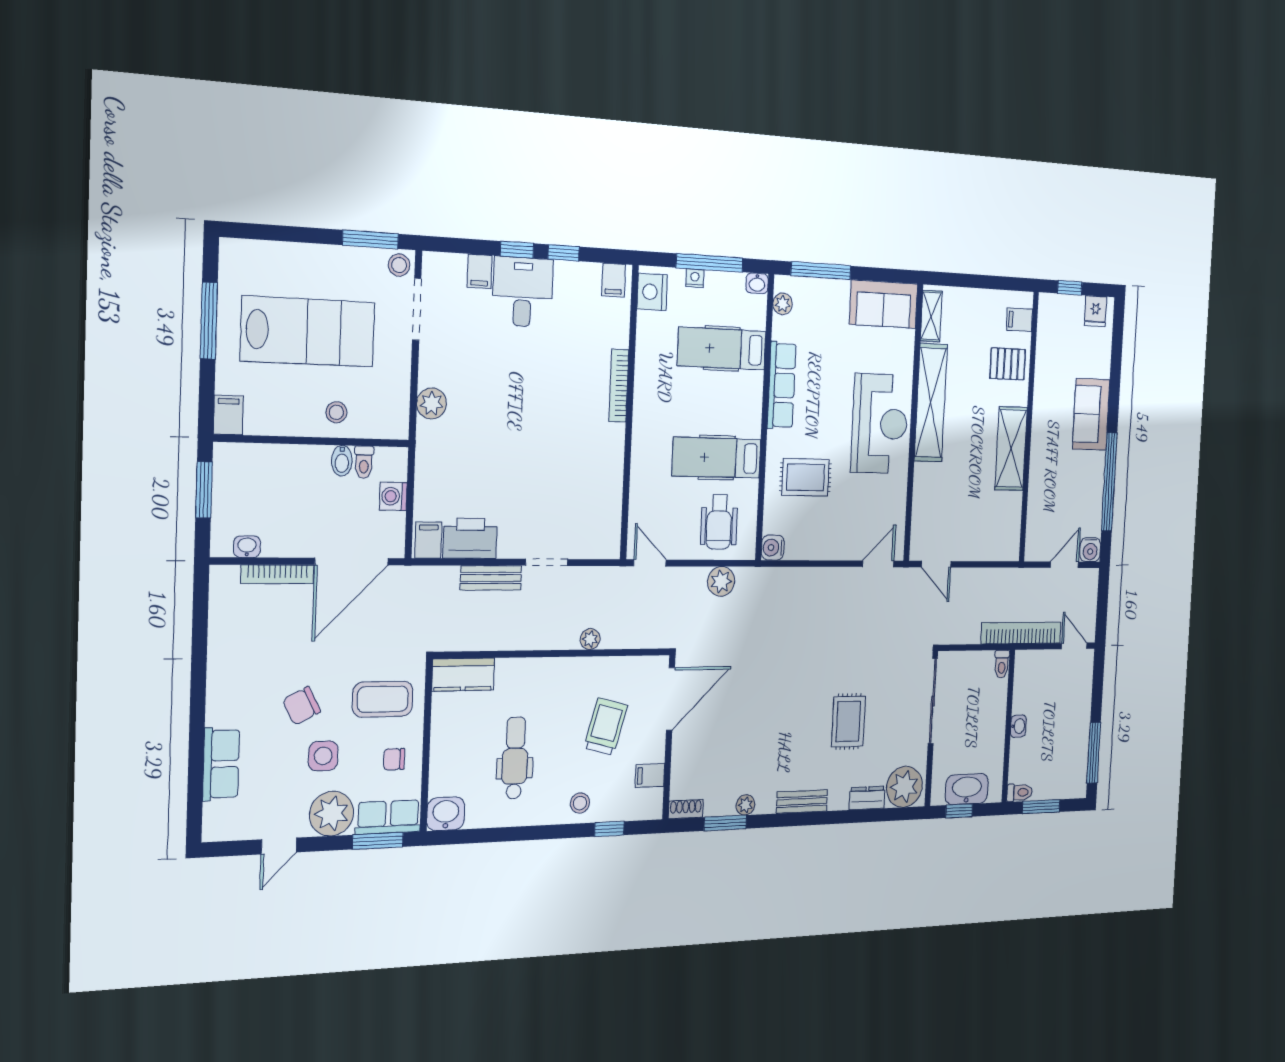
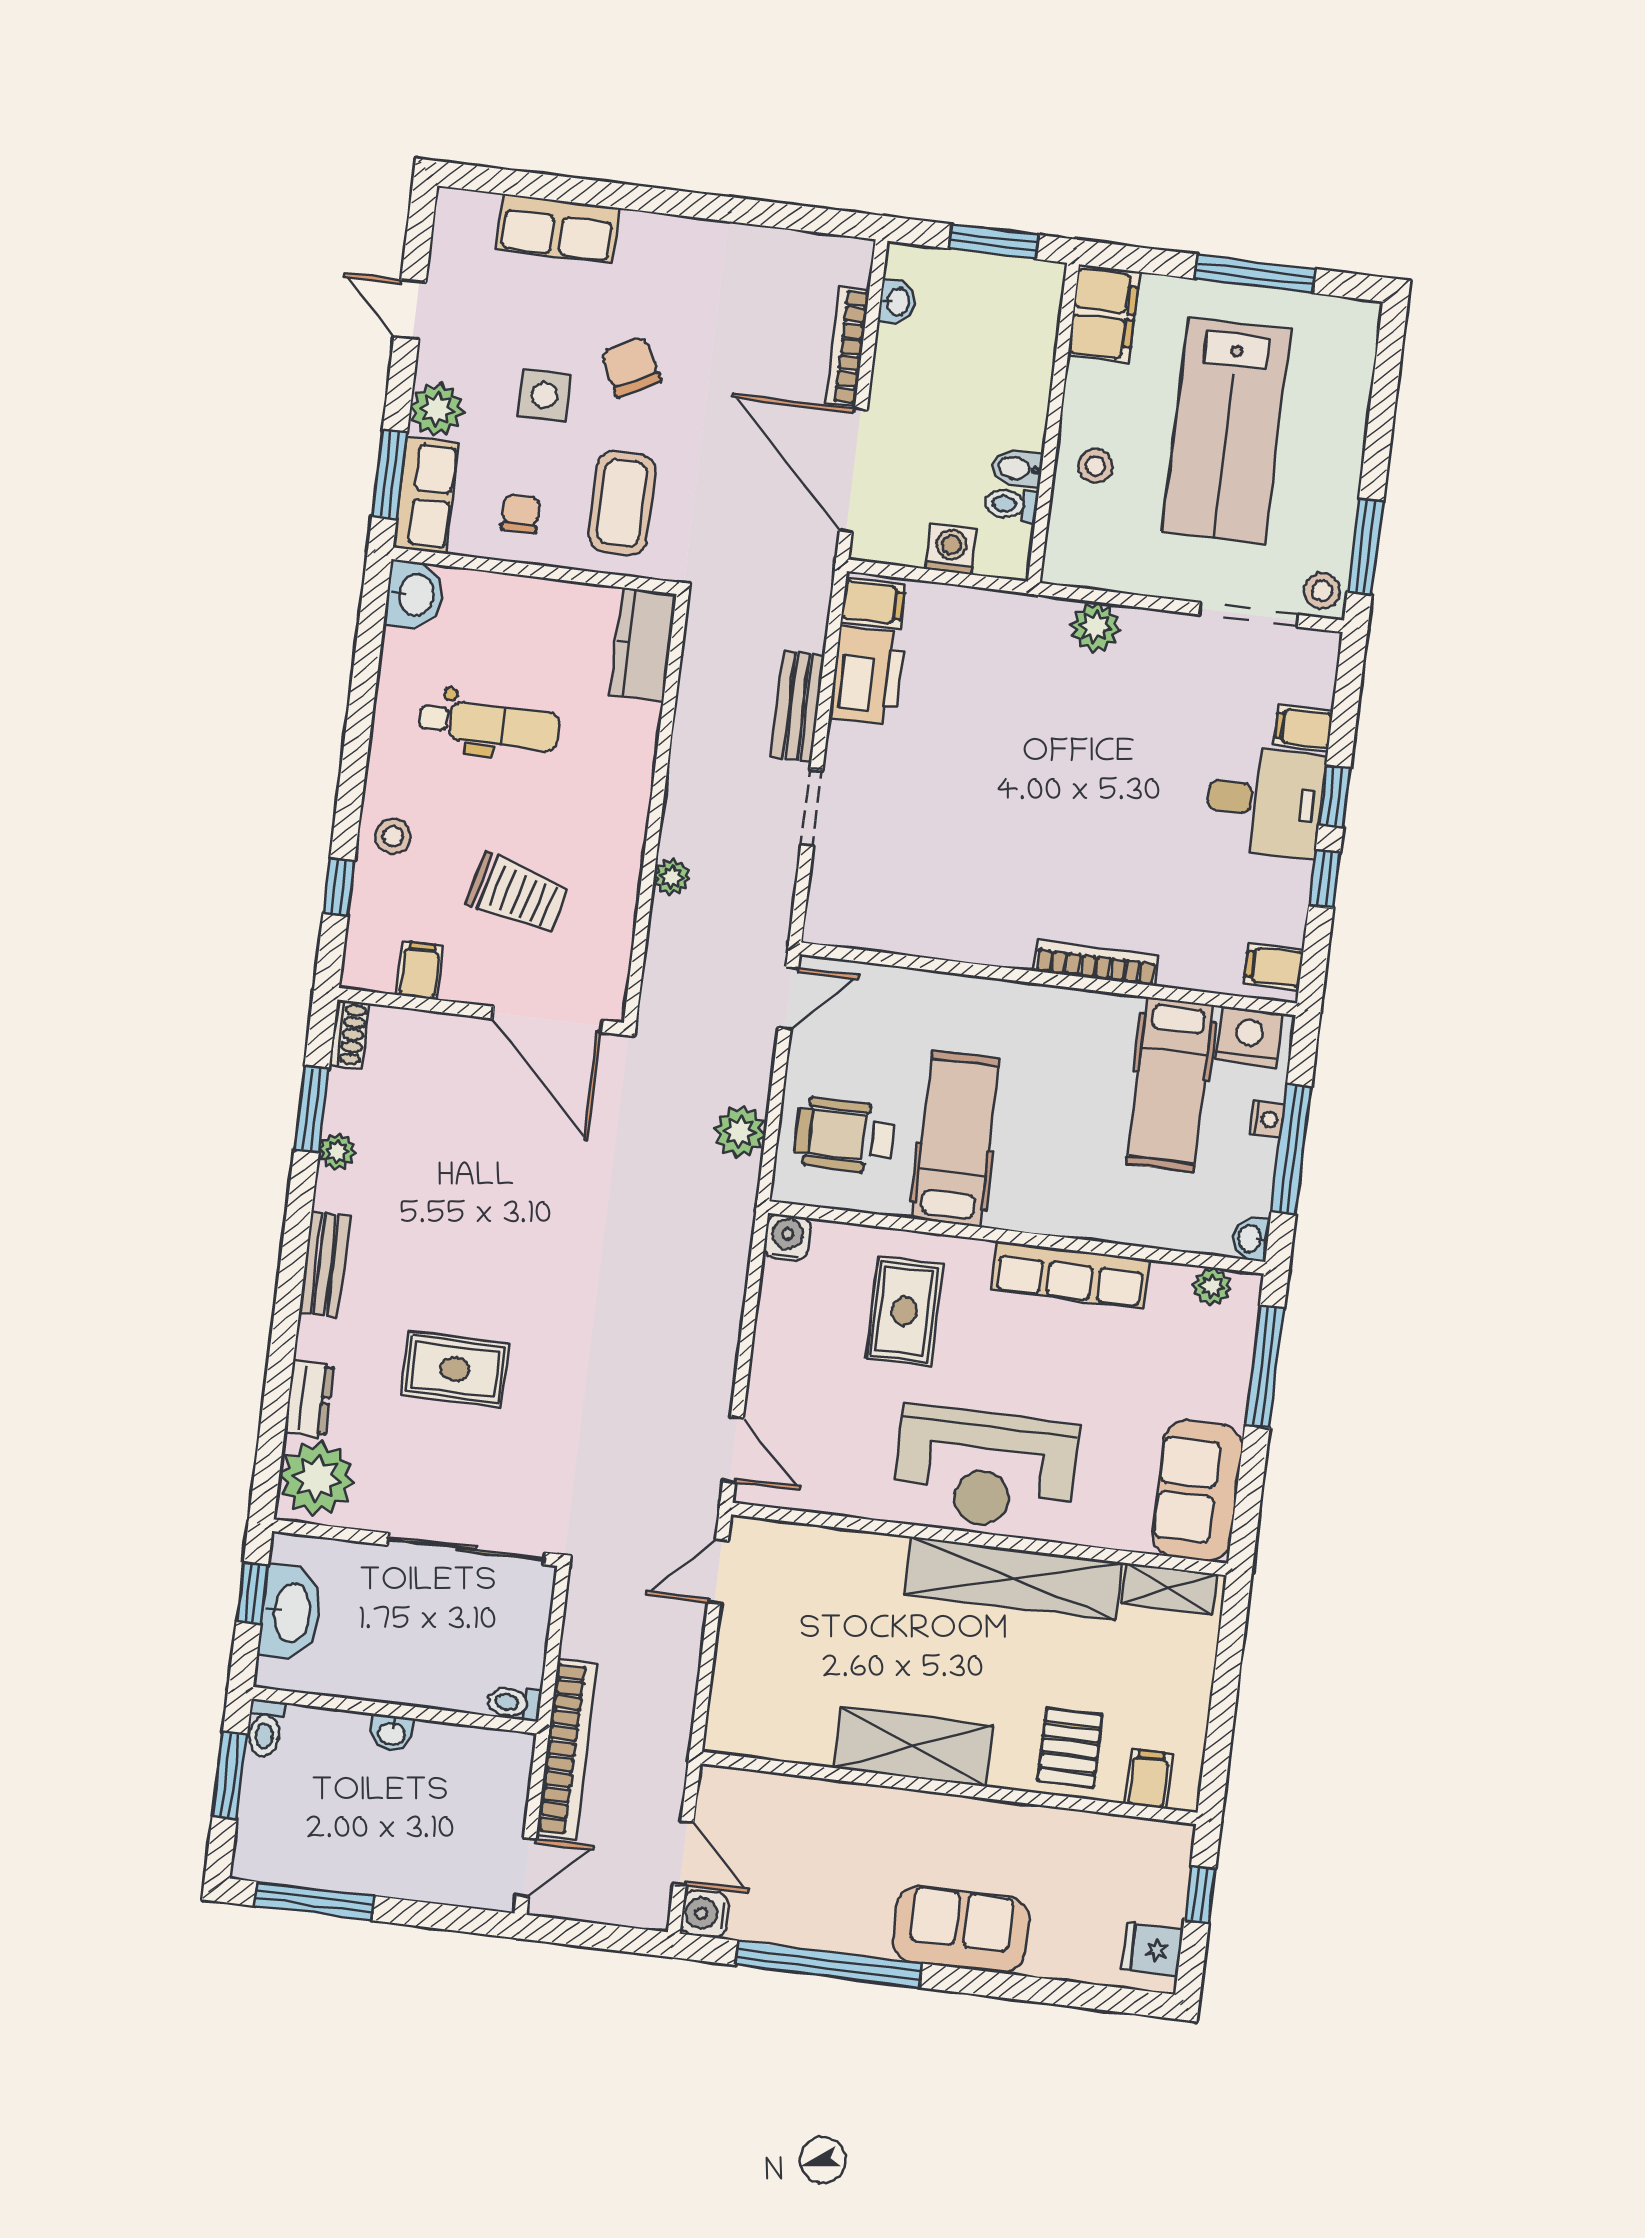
hospital bed: (722, 349) -> (1170, 1085), moved, turned 180
filing cabinet: (228, 415) -> (1104, 314), width x2.00
plant: (332, 814) -> (437, 409), width x0.73, depth x0.73

